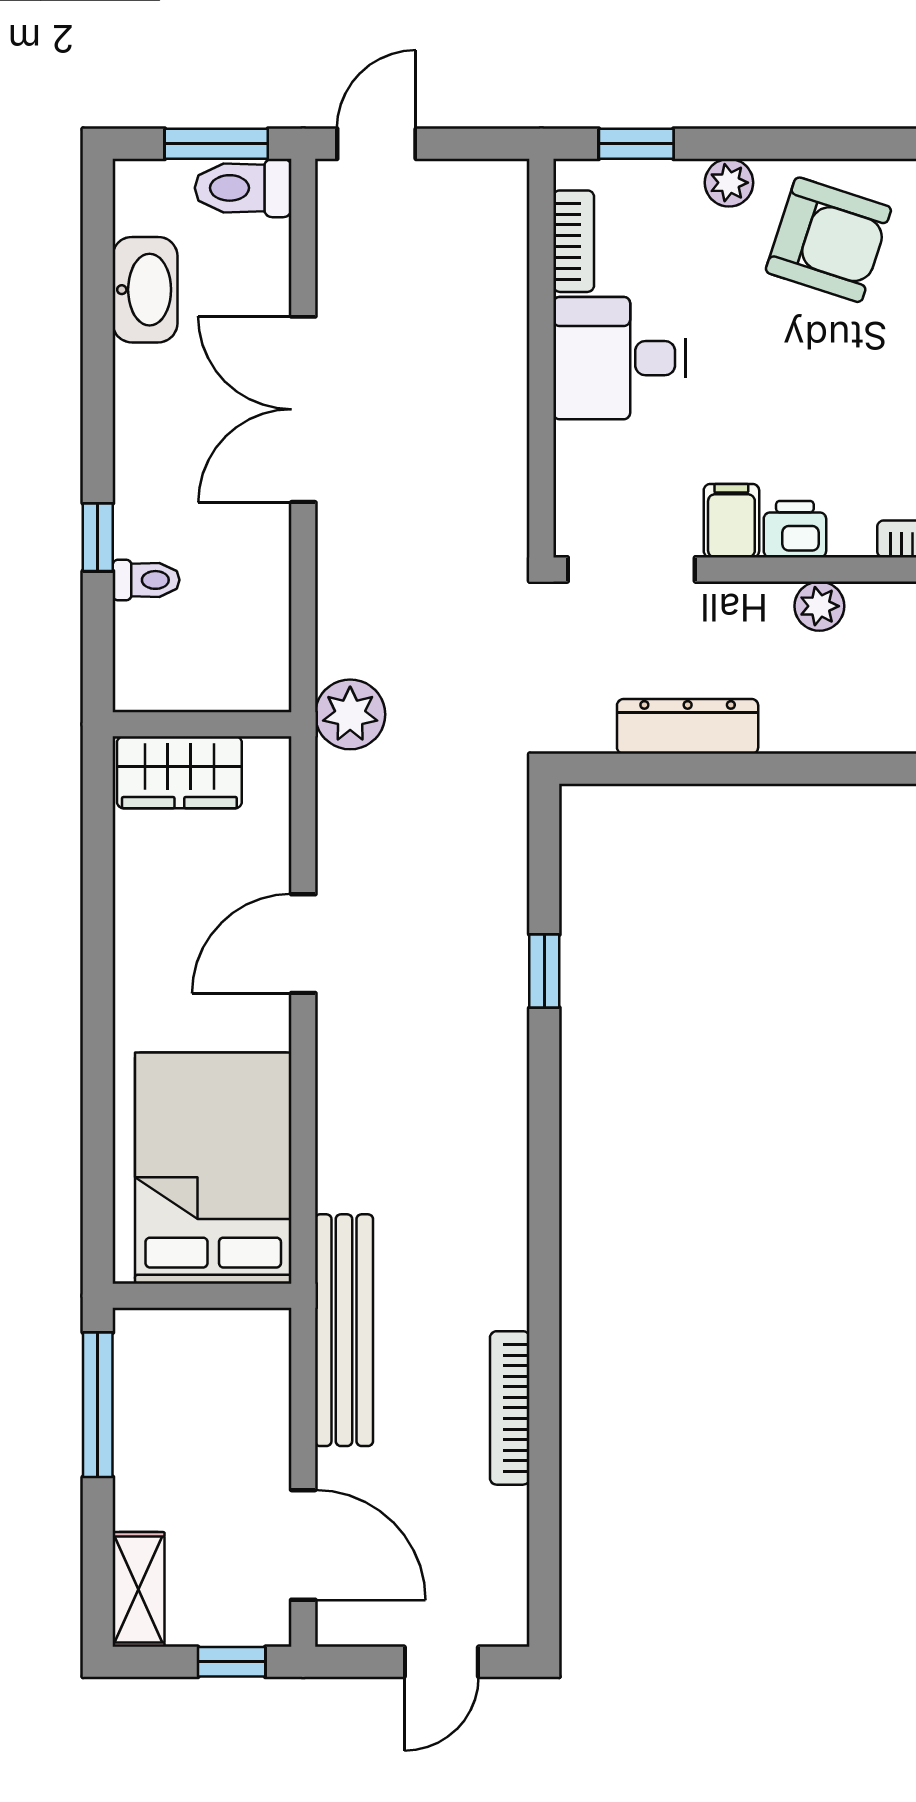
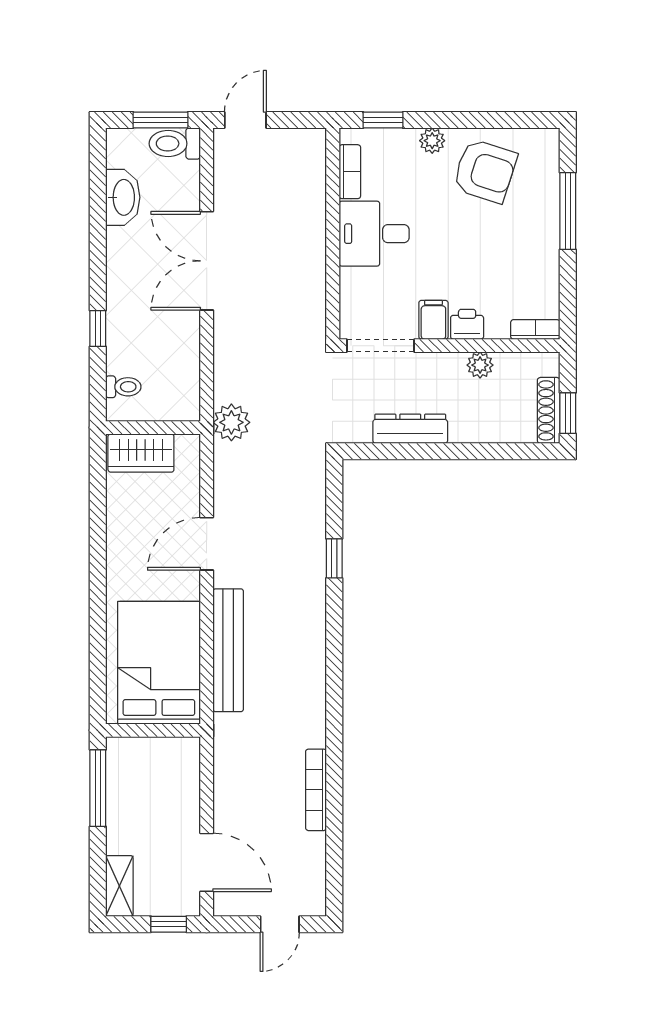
toilet: (146, 580) -> (123, 387), moved
bench: (344, 1330) -> (228, 650), moved

